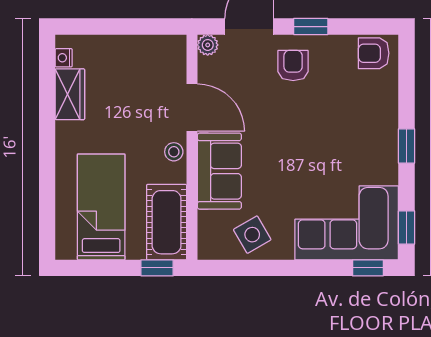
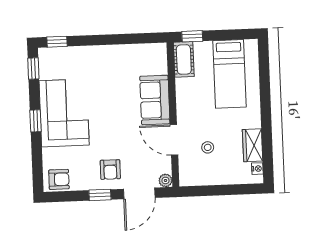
stool: (174, 152) -> (208, 147), moved
cot: (167, 222) -> (184, 59), width x0.73, depth x0.75
corner sofa: (347, 223) -> (64, 113), moved, turned -90
side table: (252, 235) -> (132, 60), removed

